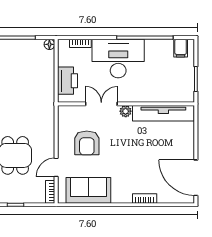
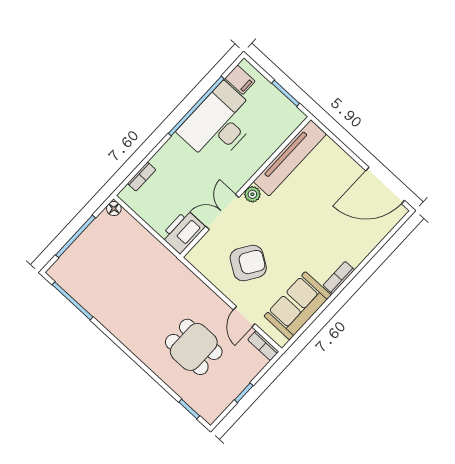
desk: (118, 59) -> (219, 124), moved
printer: (68, 81) -> (183, 231), moved, turned -90
armchair: (87, 143) -> (248, 263), turned -57
bookcase: (145, 199) -> (339, 278), moved

